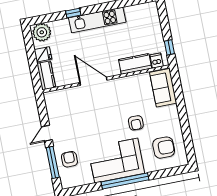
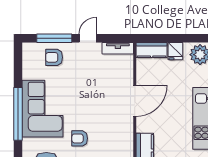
tv unit: (50, 105) -> (118, 48), added
door: (47, 133) -> (88, 38), hinge flipped
armchair: (69, 159) -> (54, 57), turned 180

